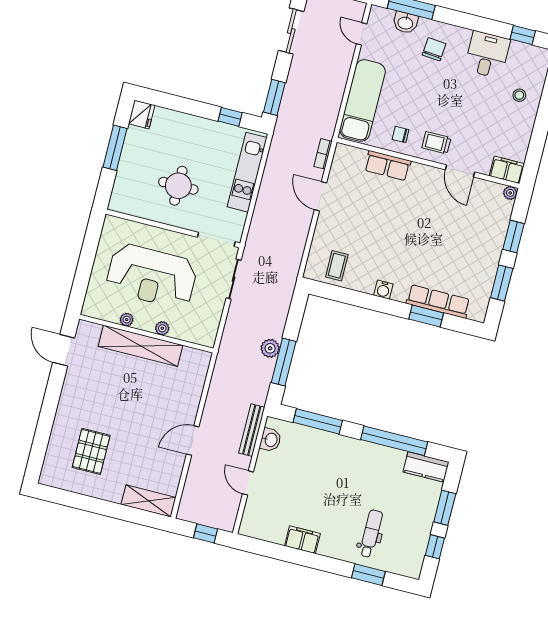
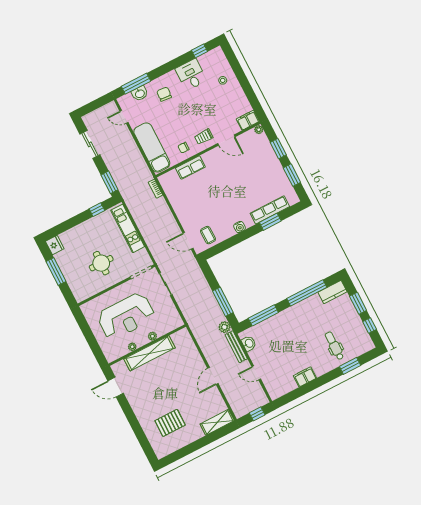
door: (320, 196) -> (188, 241), moved
plant: (270, 348) -> (224, 327), moved
pallet: (91, 451) -> (170, 423), turned 90

